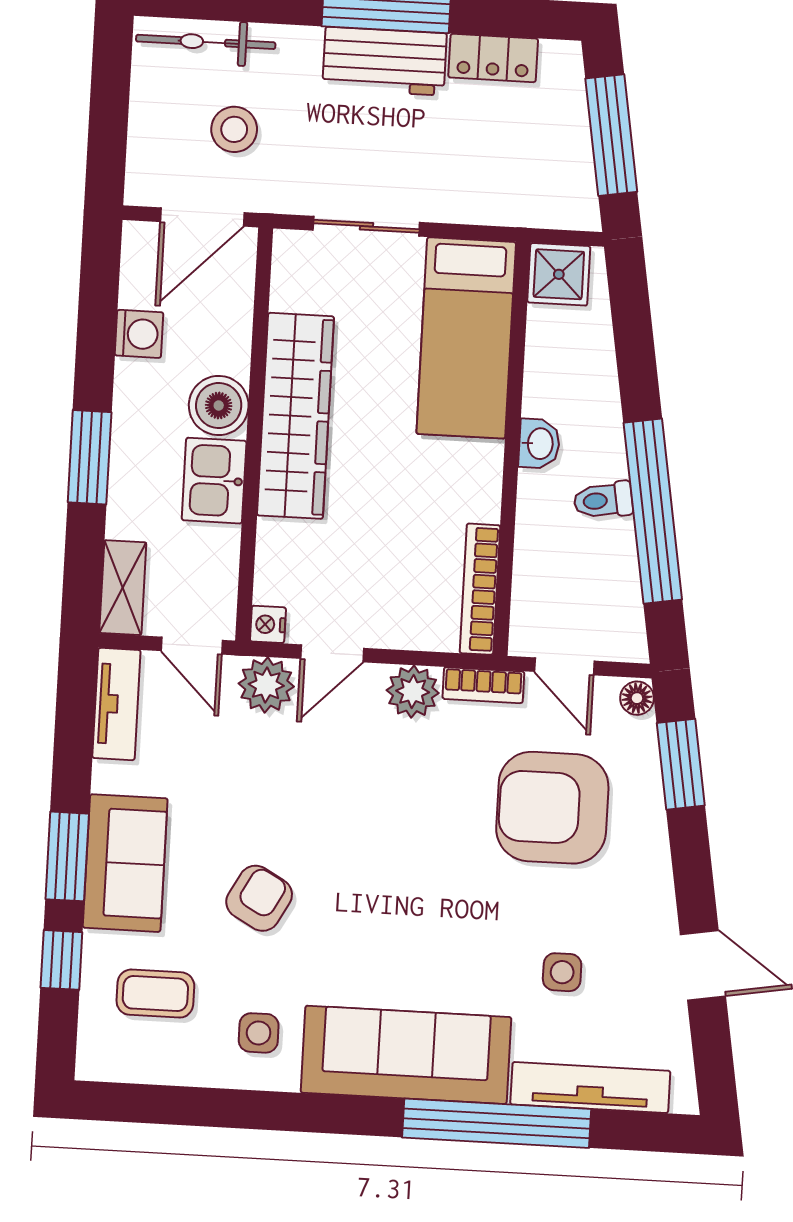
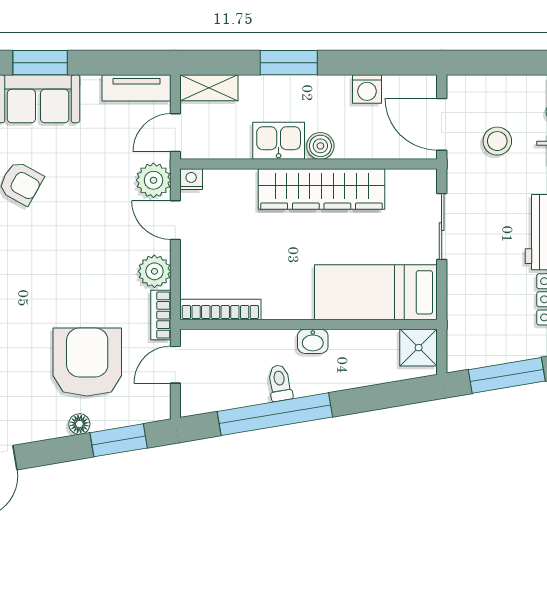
boiler: (219, 405) -> (320, 146), width x0.73, depth x0.73
floor lamp: (637, 698) -> (79, 424), moved

